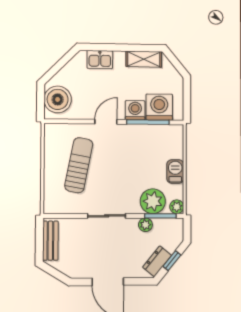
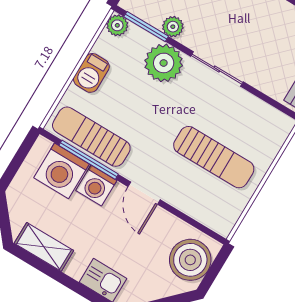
door: (106, 122) -> (144, 193), hinge flipped
sun lounger: (154, 136) -> (91, 137), added
sun lounger: (79, 165) -> (214, 157), turned -101
plant: (153, 201) -> (164, 63), moved

